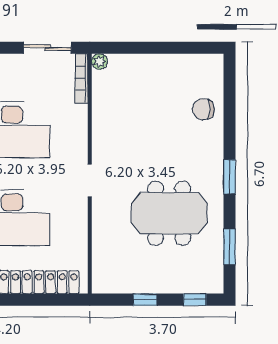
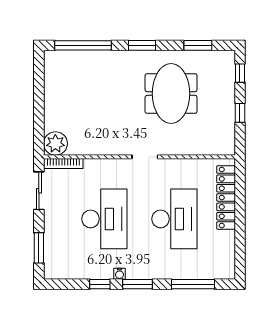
plant: (100, 62) -> (55, 144), width x1.87, depth x1.87
window: (229, 103) -> (83, 45), added
chair: (203, 109) -> (88, 66), removed

